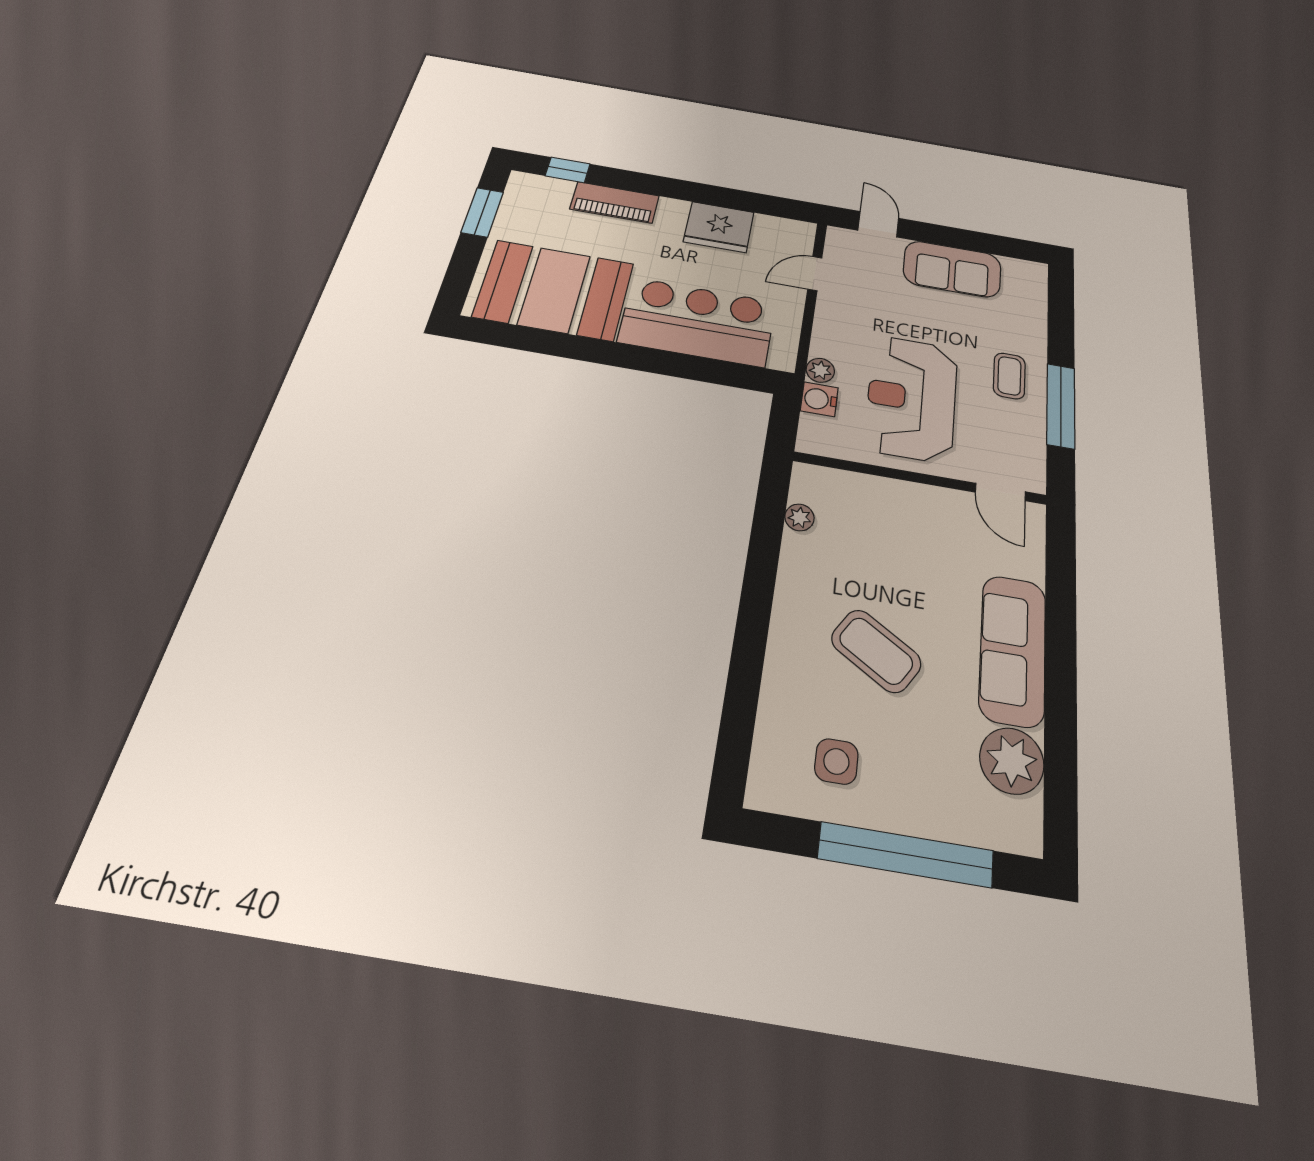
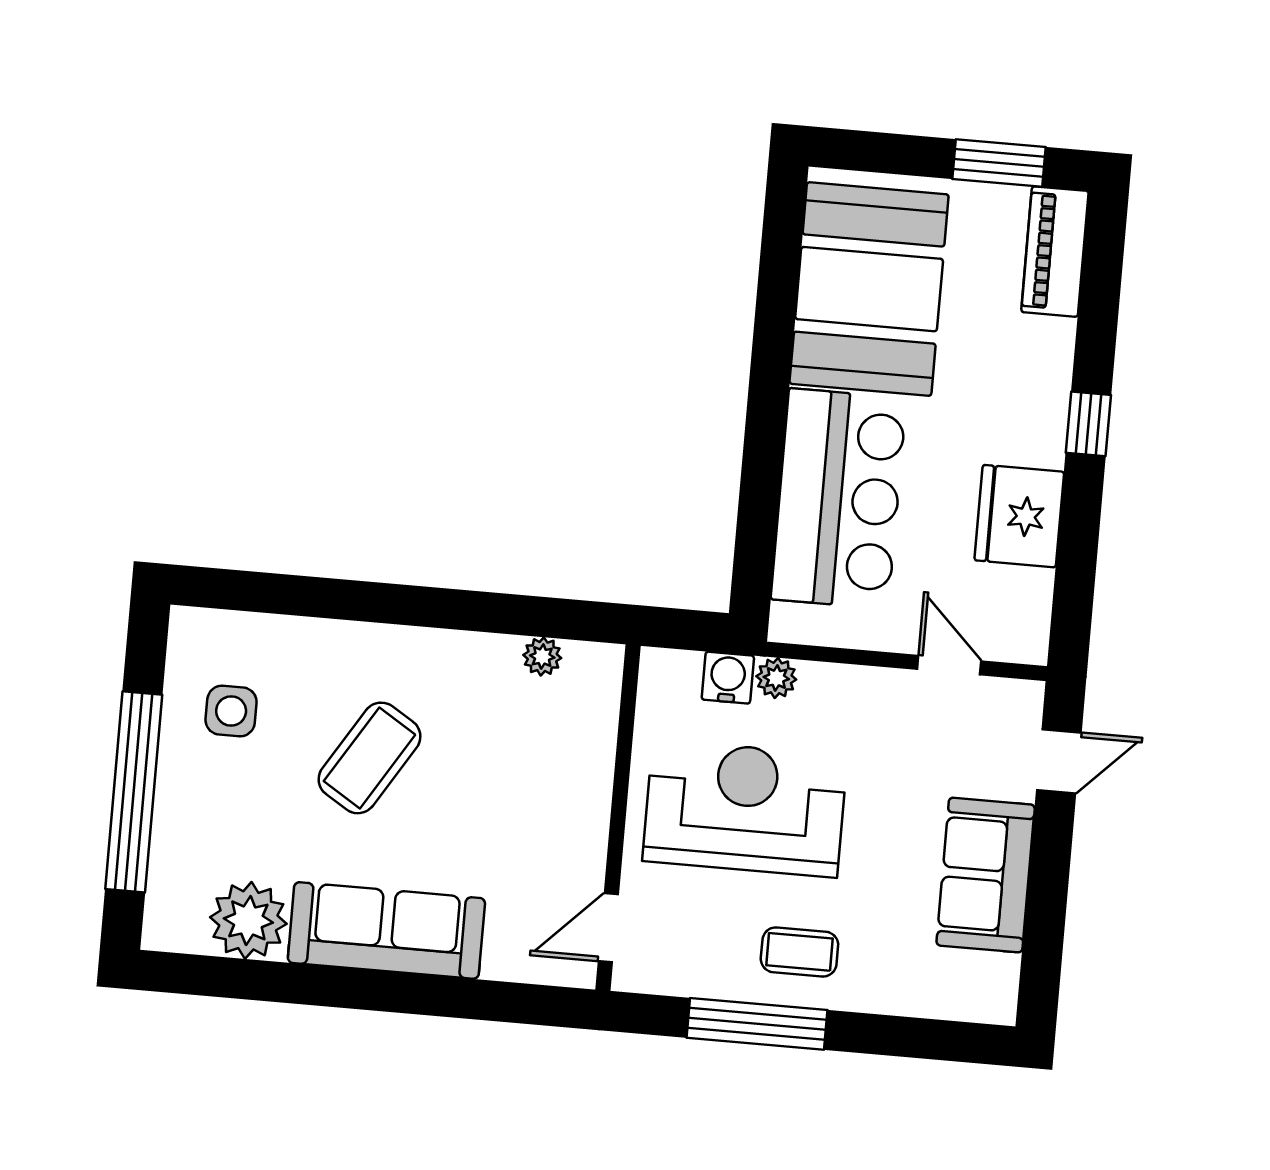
window: (568, 170) -> (1088, 424), moved
piano: (615, 202) -> (1055, 252), moved

